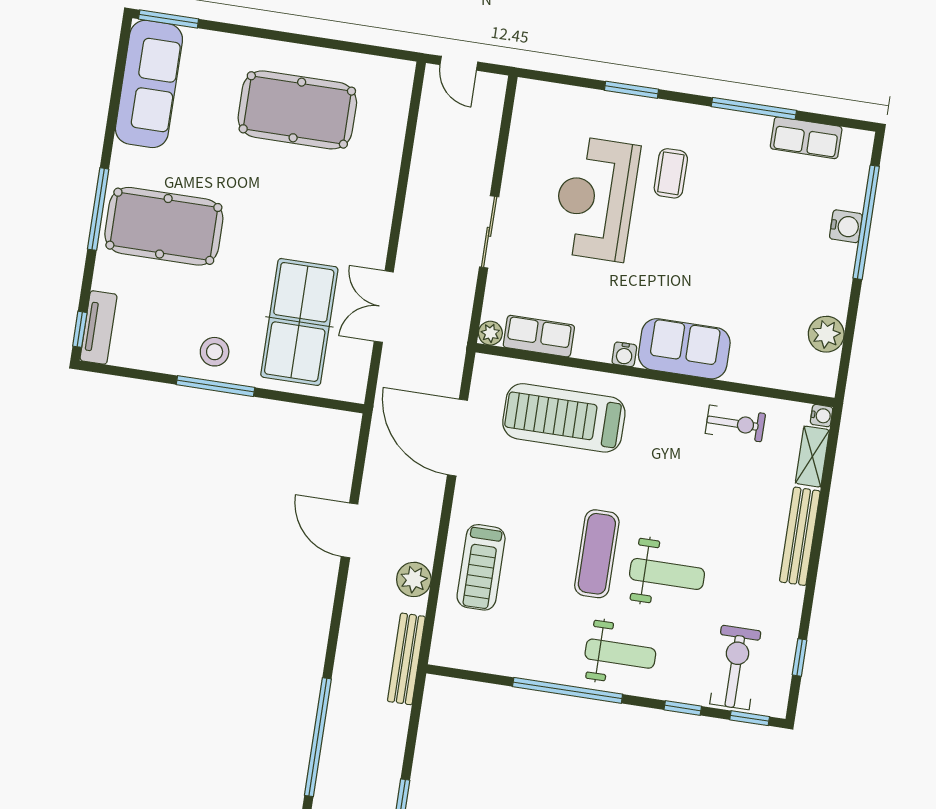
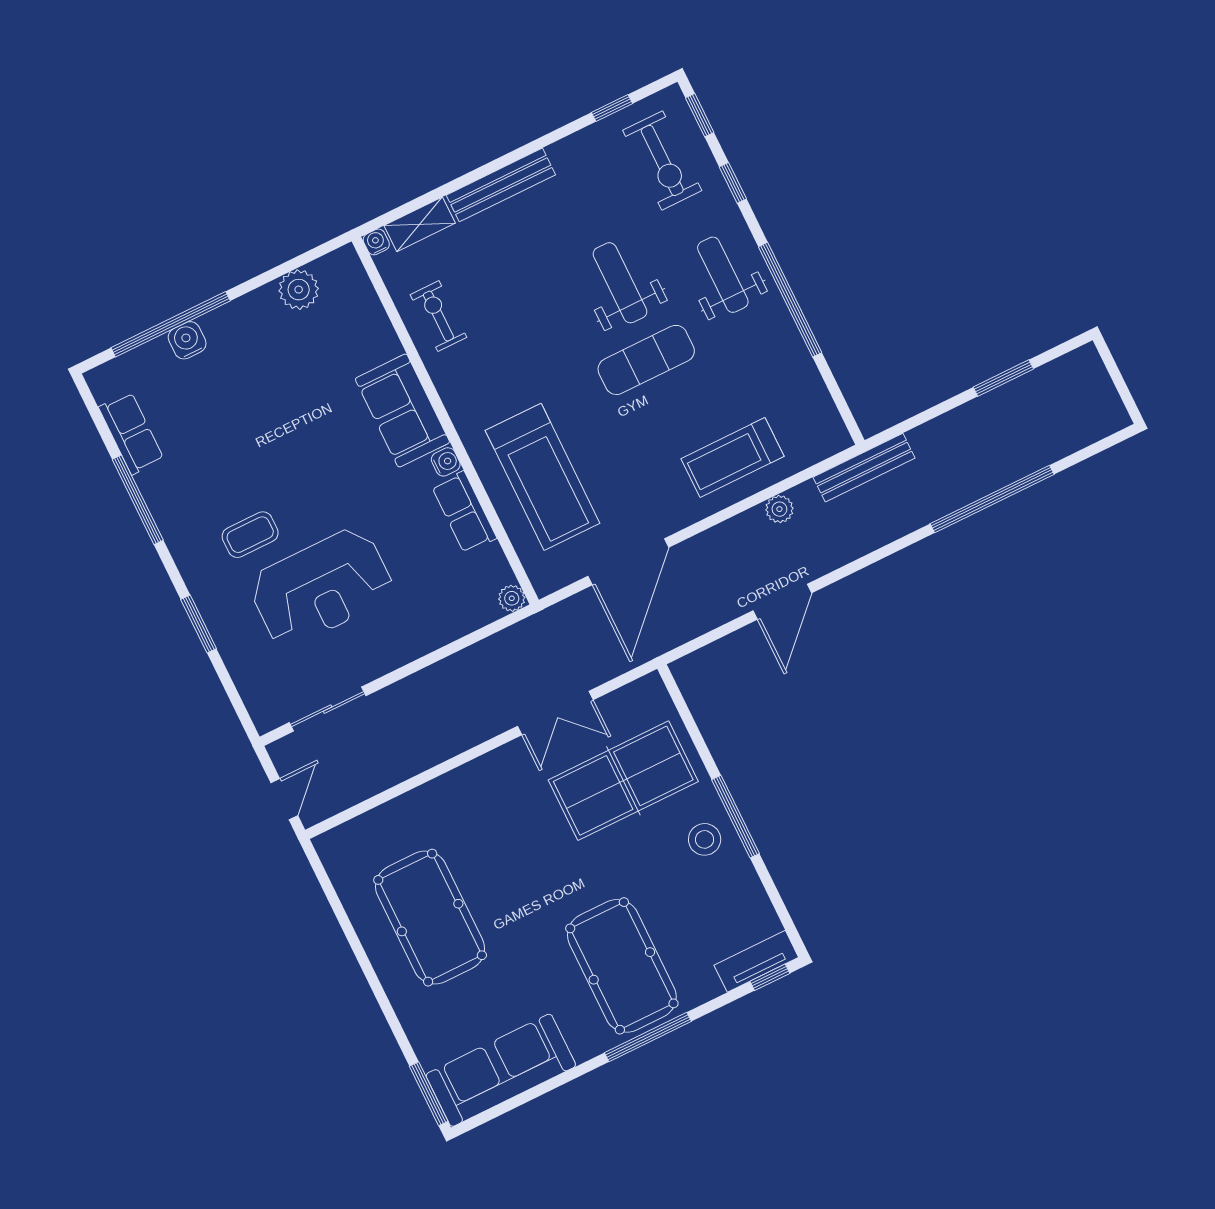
sliding door: (489, 232) -> (328, 709), moved
row of seats: (539, 336) -> (464, 512), moved
treadmill: (481, 567) -> (732, 458), turned 180
plant: (414, 579) -> (779, 509), width x0.73, depth x0.73
exercise bike: (735, 667) -> (662, 160), turned -90

